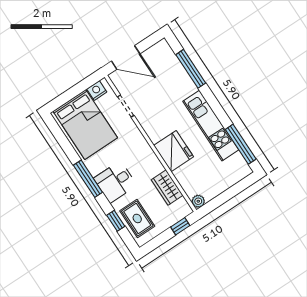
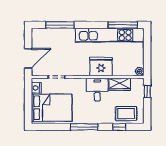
kitchen unit: (211, 126) -> (109, 35), width x1.36
desk: (115, 182) -> (97, 90), moved, turned 180

